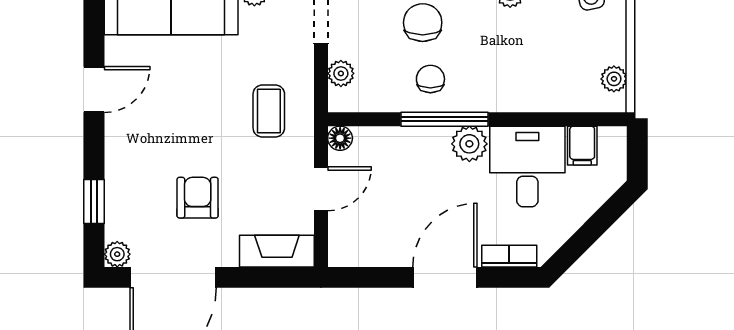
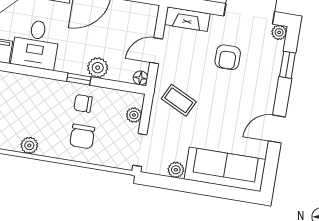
chair: (430, 79) -> (83, 103), turned 90
coffee table: (269, 111) -> (179, 100), turned -64
window: (444, 119) -> (79, 79), width x0.46
plant: (469, 144) -> (98, 68), moved

